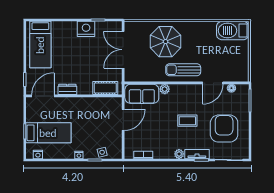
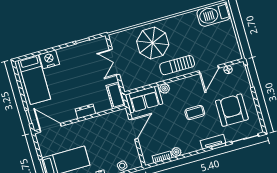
nightstand: (86, 29) -> (49, 59), moved
double door: (123, 50) -> (114, 62), width x0.73
cot: (105, 88) -> (116, 95), moved, turned 90
dresser: (67, 89) -> (85, 111), moved
door: (43, 96) -> (51, 128), hinge flipped
plant: (179, 154) -> (176, 152), moved

